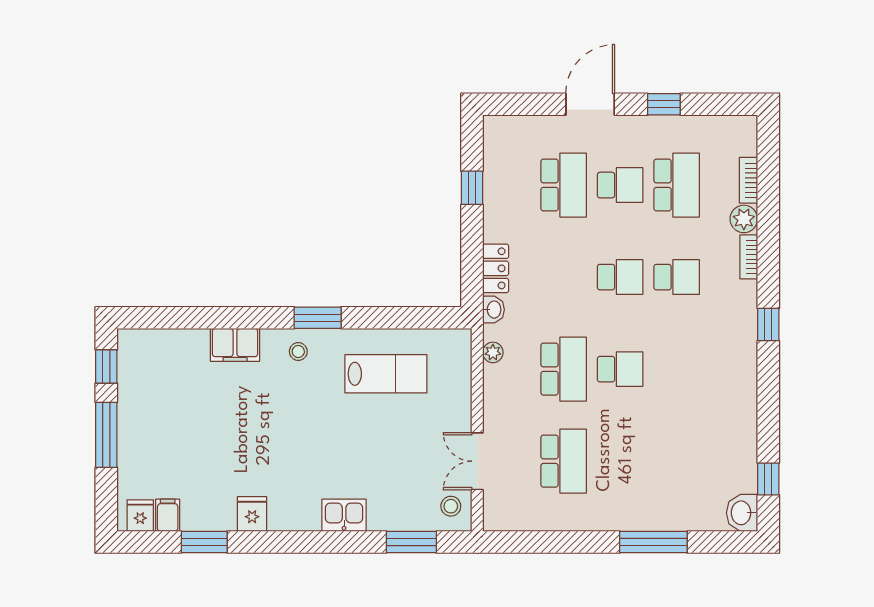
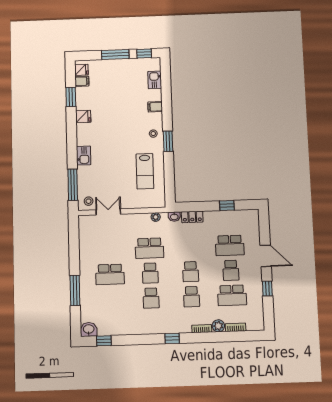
kitchen sink: (171, 344) -> (155, 80), added
filing cabinet: (235, 345) -> (155, 107), width x0.50
school desk: (677, 369) -> (151, 298), added
school desk: (564, 461) -> (110, 274), moved
window: (411, 542) -> (73, 185), width x1.44

